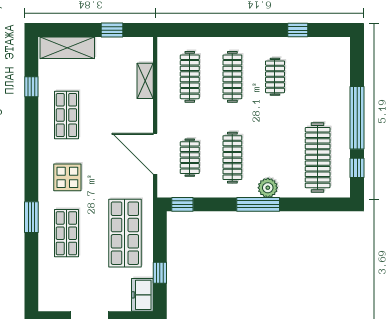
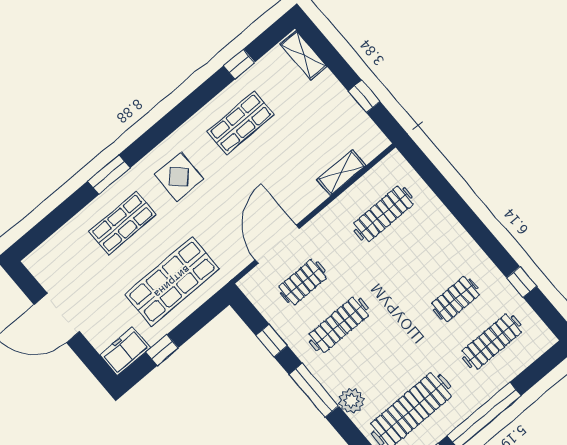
shelving: (67, 48) -> (304, 55), width x0.67, depth x0.75
clothes rail: (232, 77) -> (492, 342), moved
plant: (268, 188) -> (351, 401), moved
window: (182, 204) -> (272, 341), moved

